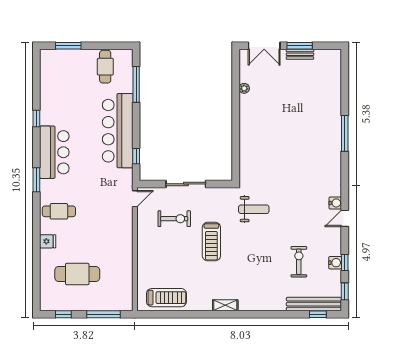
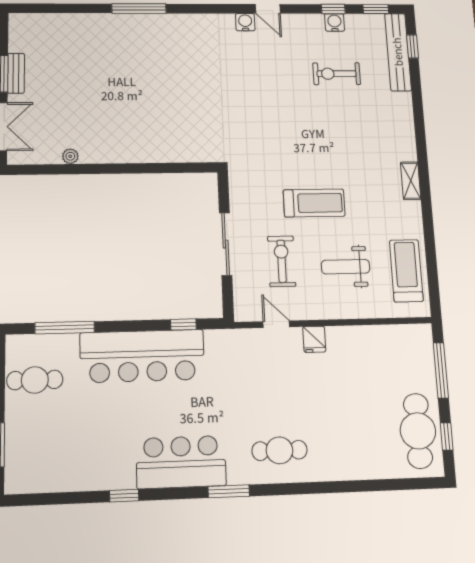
door: (135, 199) -> (276, 324), moved
weight bench: (254, 209) -> (346, 267), moved, turned -90
cafe table: (59, 211) -> (279, 450), turned 90
fridge: (48, 241) -> (314, 339), moved, turned 180
cafe table: (77, 274) -> (418, 431), moved

